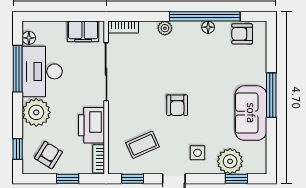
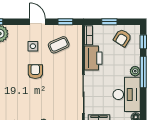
window: (18, 69) -> (143, 72), moved
plant: (36, 112) -> (135, 71), width x0.53, depth x0.53
side table: (198, 153) -> (33, 46), moved

